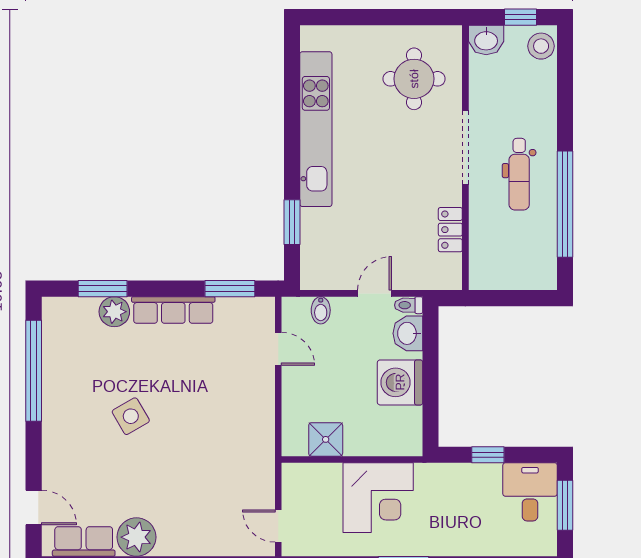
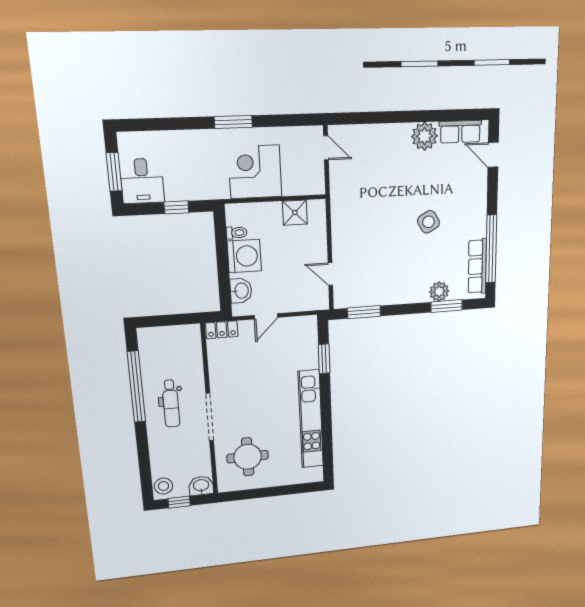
dental chair: (519, 174) -> (171, 403), turned 180
locker: (450, 230) -> (222, 330), moved, turned 90
toilet: (409, 305) -> (237, 233), moved
row of seats: (173, 310) -> (477, 266), moved, turned -90
bidet: (321, 310) -> (302, 302), removed

